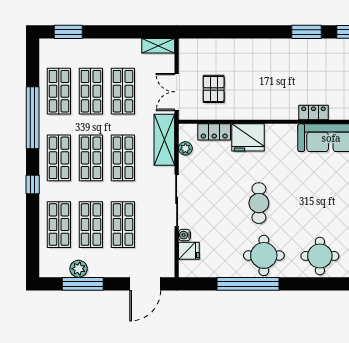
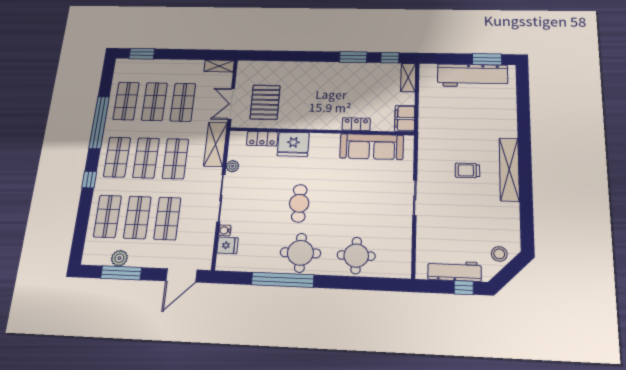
pallet: (214, 89) -> (265, 102), width x1.50, depth x1.42
plant: (185, 148) -> (233, 166), moved

